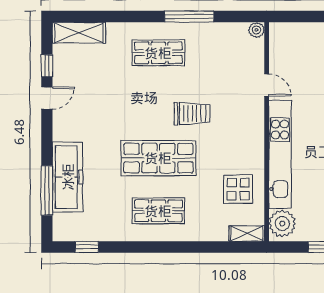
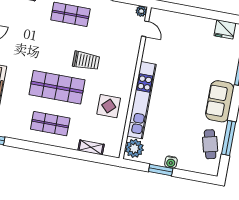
door: (267, 85) -> (145, 29), moved
display table: (238, 189) -> (109, 106), moved
shelving: (247, 234) -> (91, 147), moved

